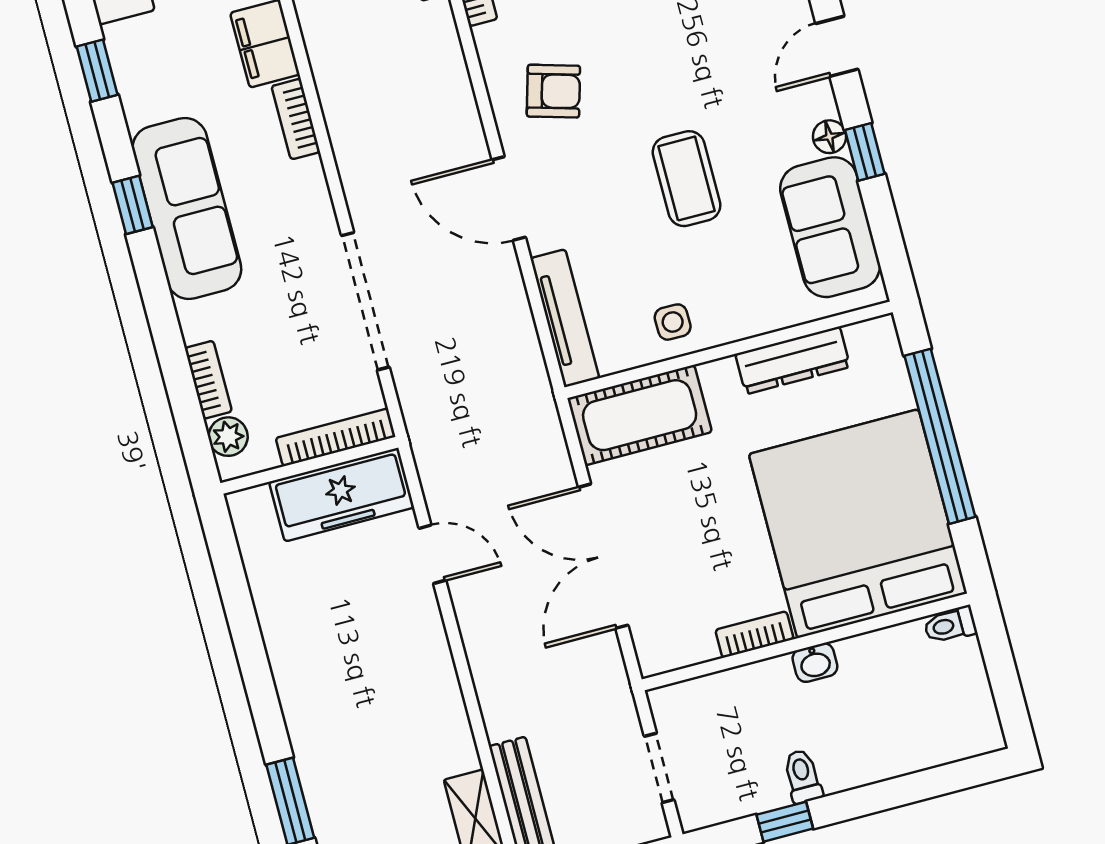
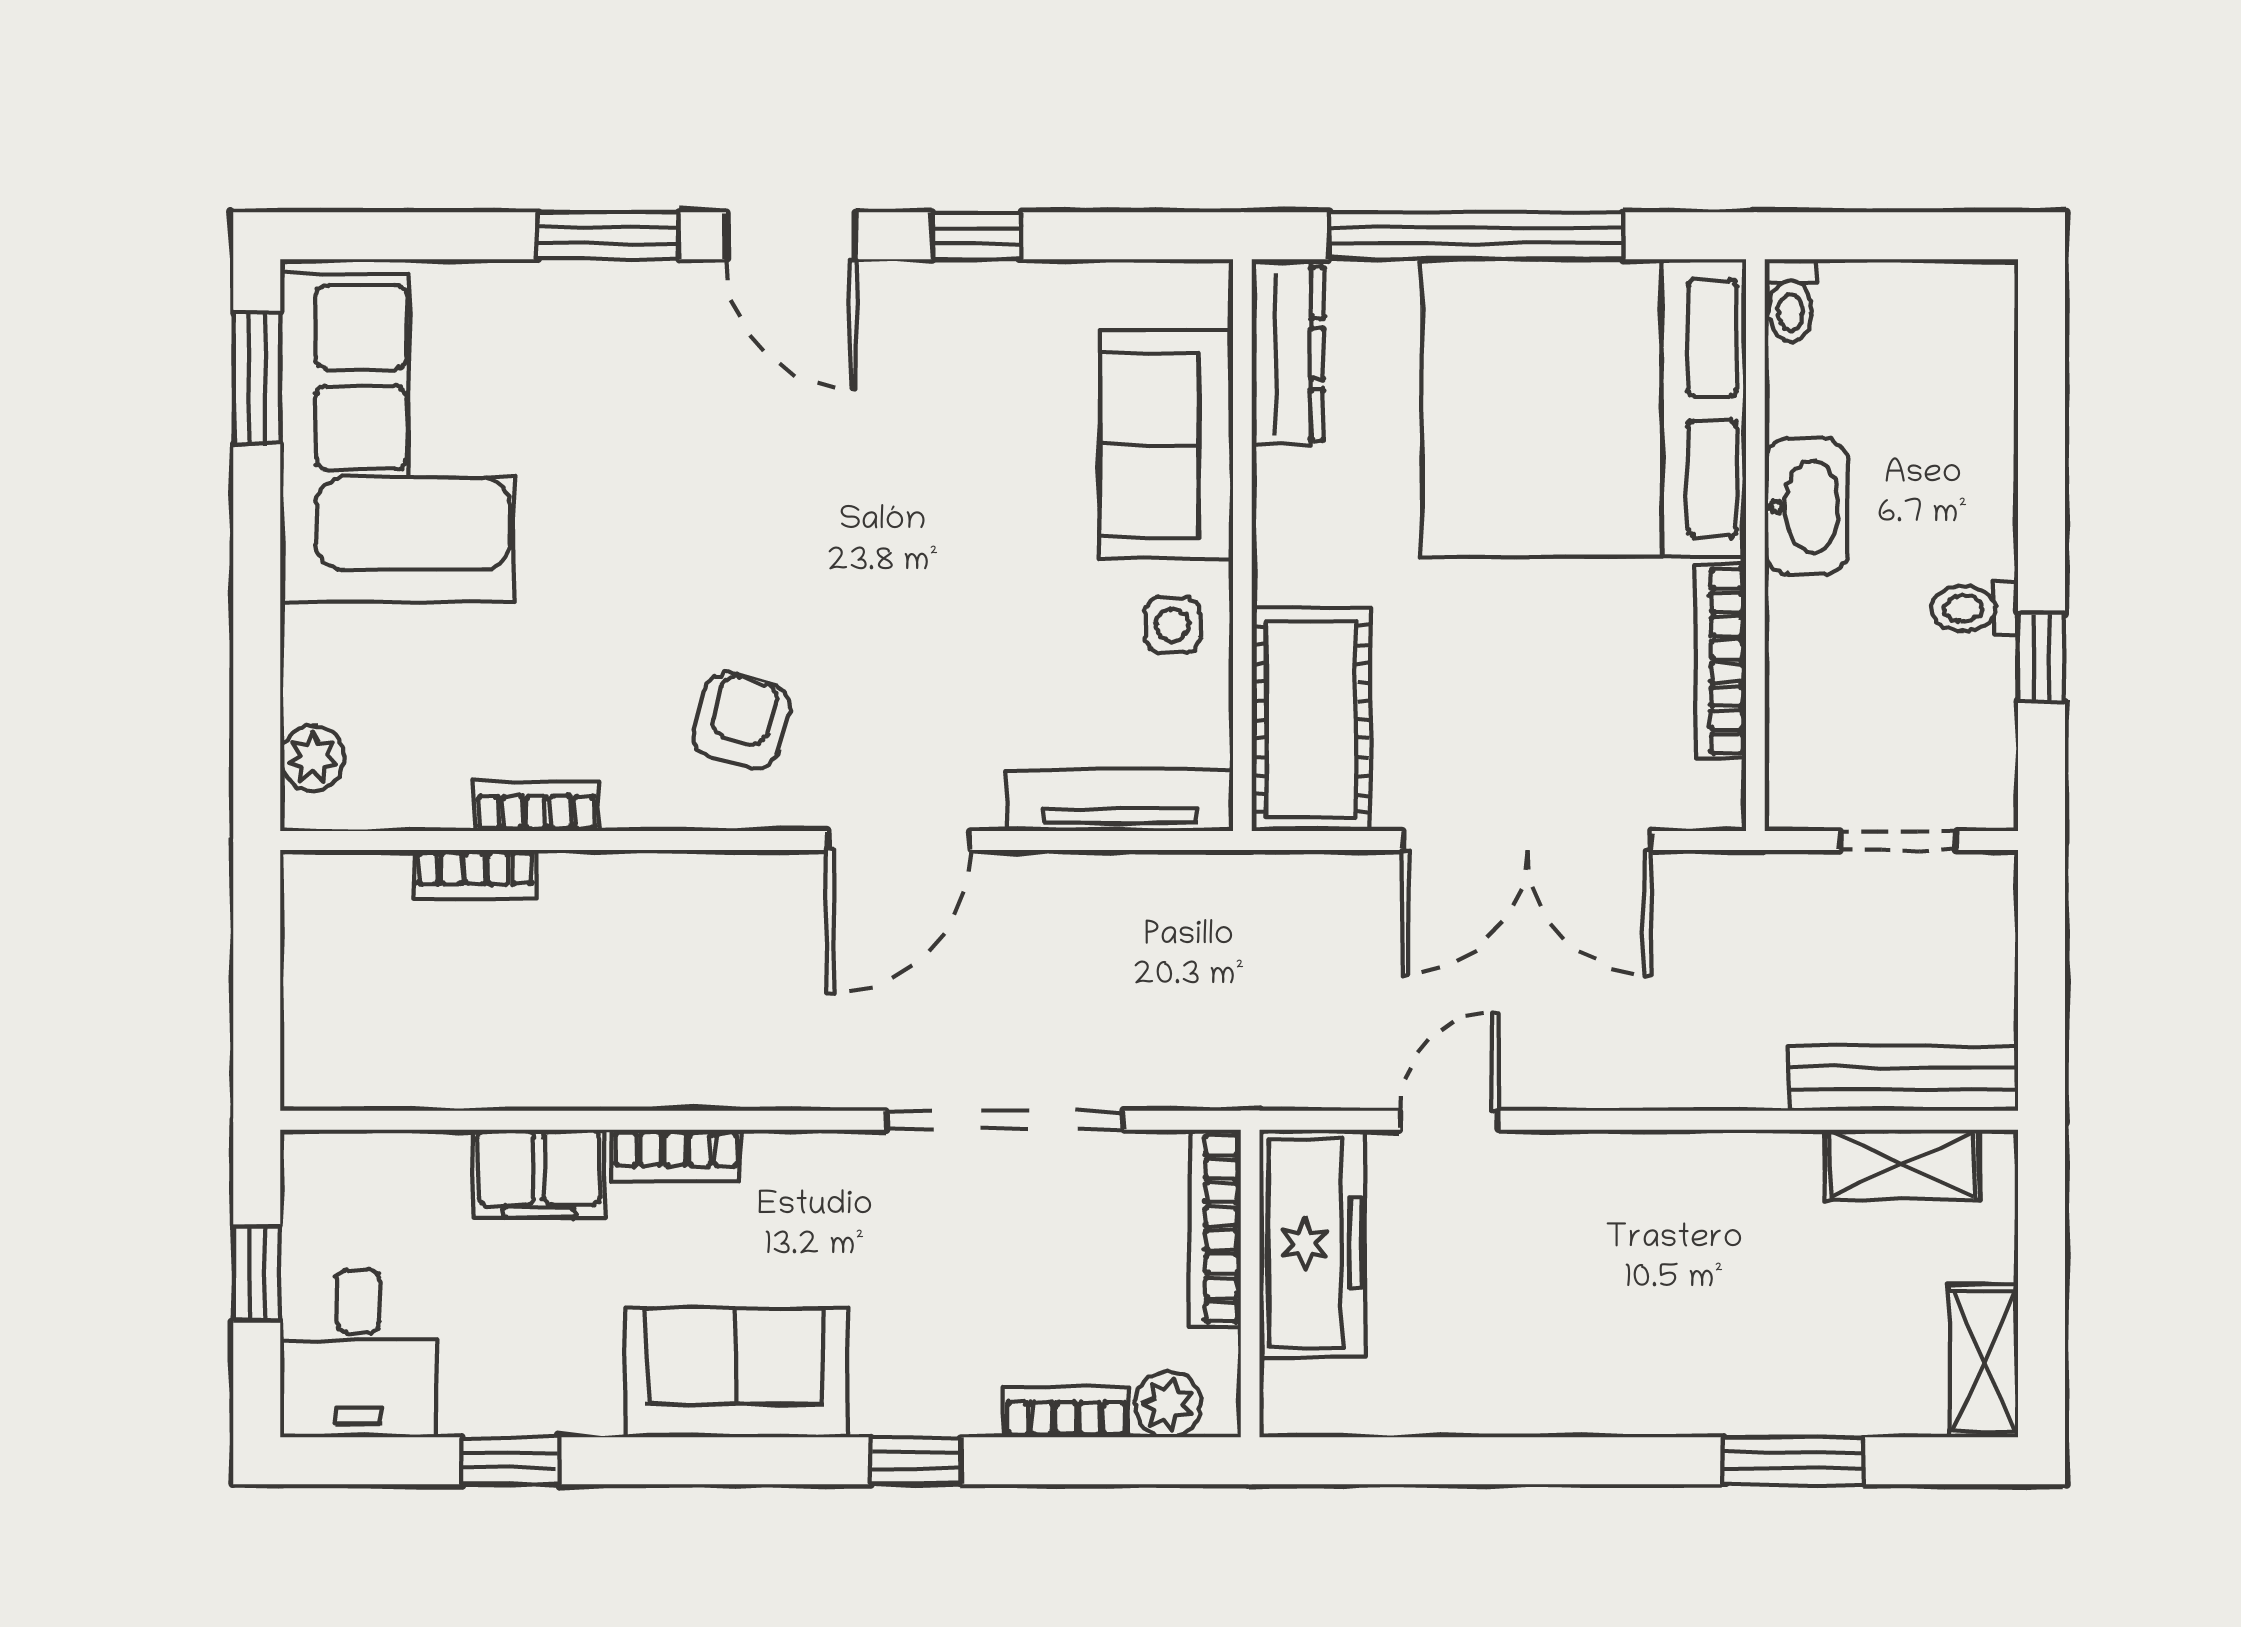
door: (837, 46) -> (791, 236), width x1.37
floor lamp: (829, 137) -> (936, 287), removed
coffee table: (687, 179) -> (943, 540), removed
window: (133, 205) -> (915, 1461), moved
sofa: (187, 208) -> (735, 1373), width x0.73
sofa: (830, 227) -> (1167, 445), moved, turned 90
dresser: (793, 360) -> (1288, 354), moved
bookcase: (754, 635) -> (1721, 661), width x1.56
washbasin: (815, 663) -> (1806, 507), width x1.91, depth x1.45

